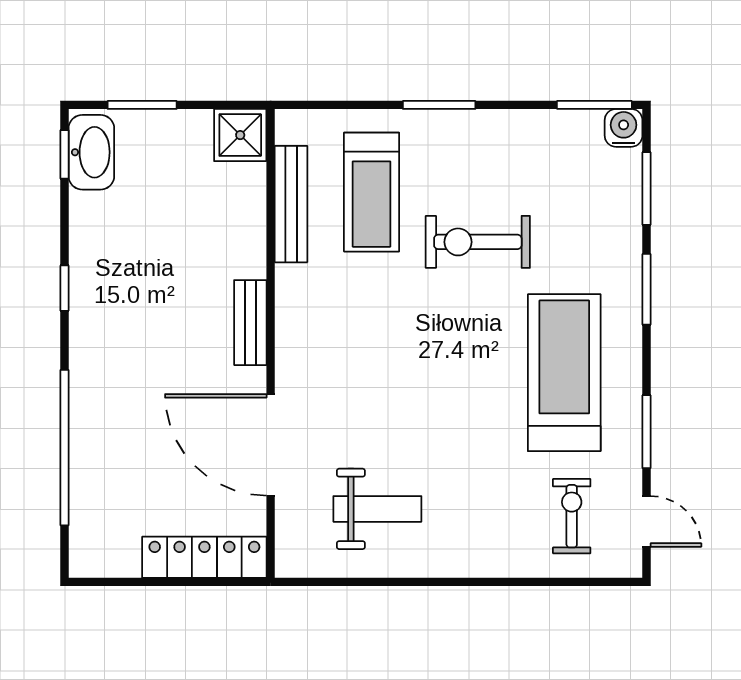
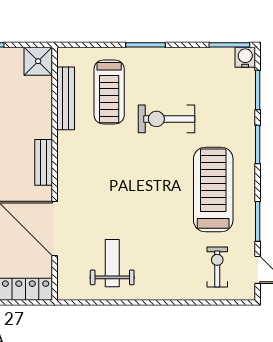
weight bench: (377, 509) -> (112, 263), turned -90

